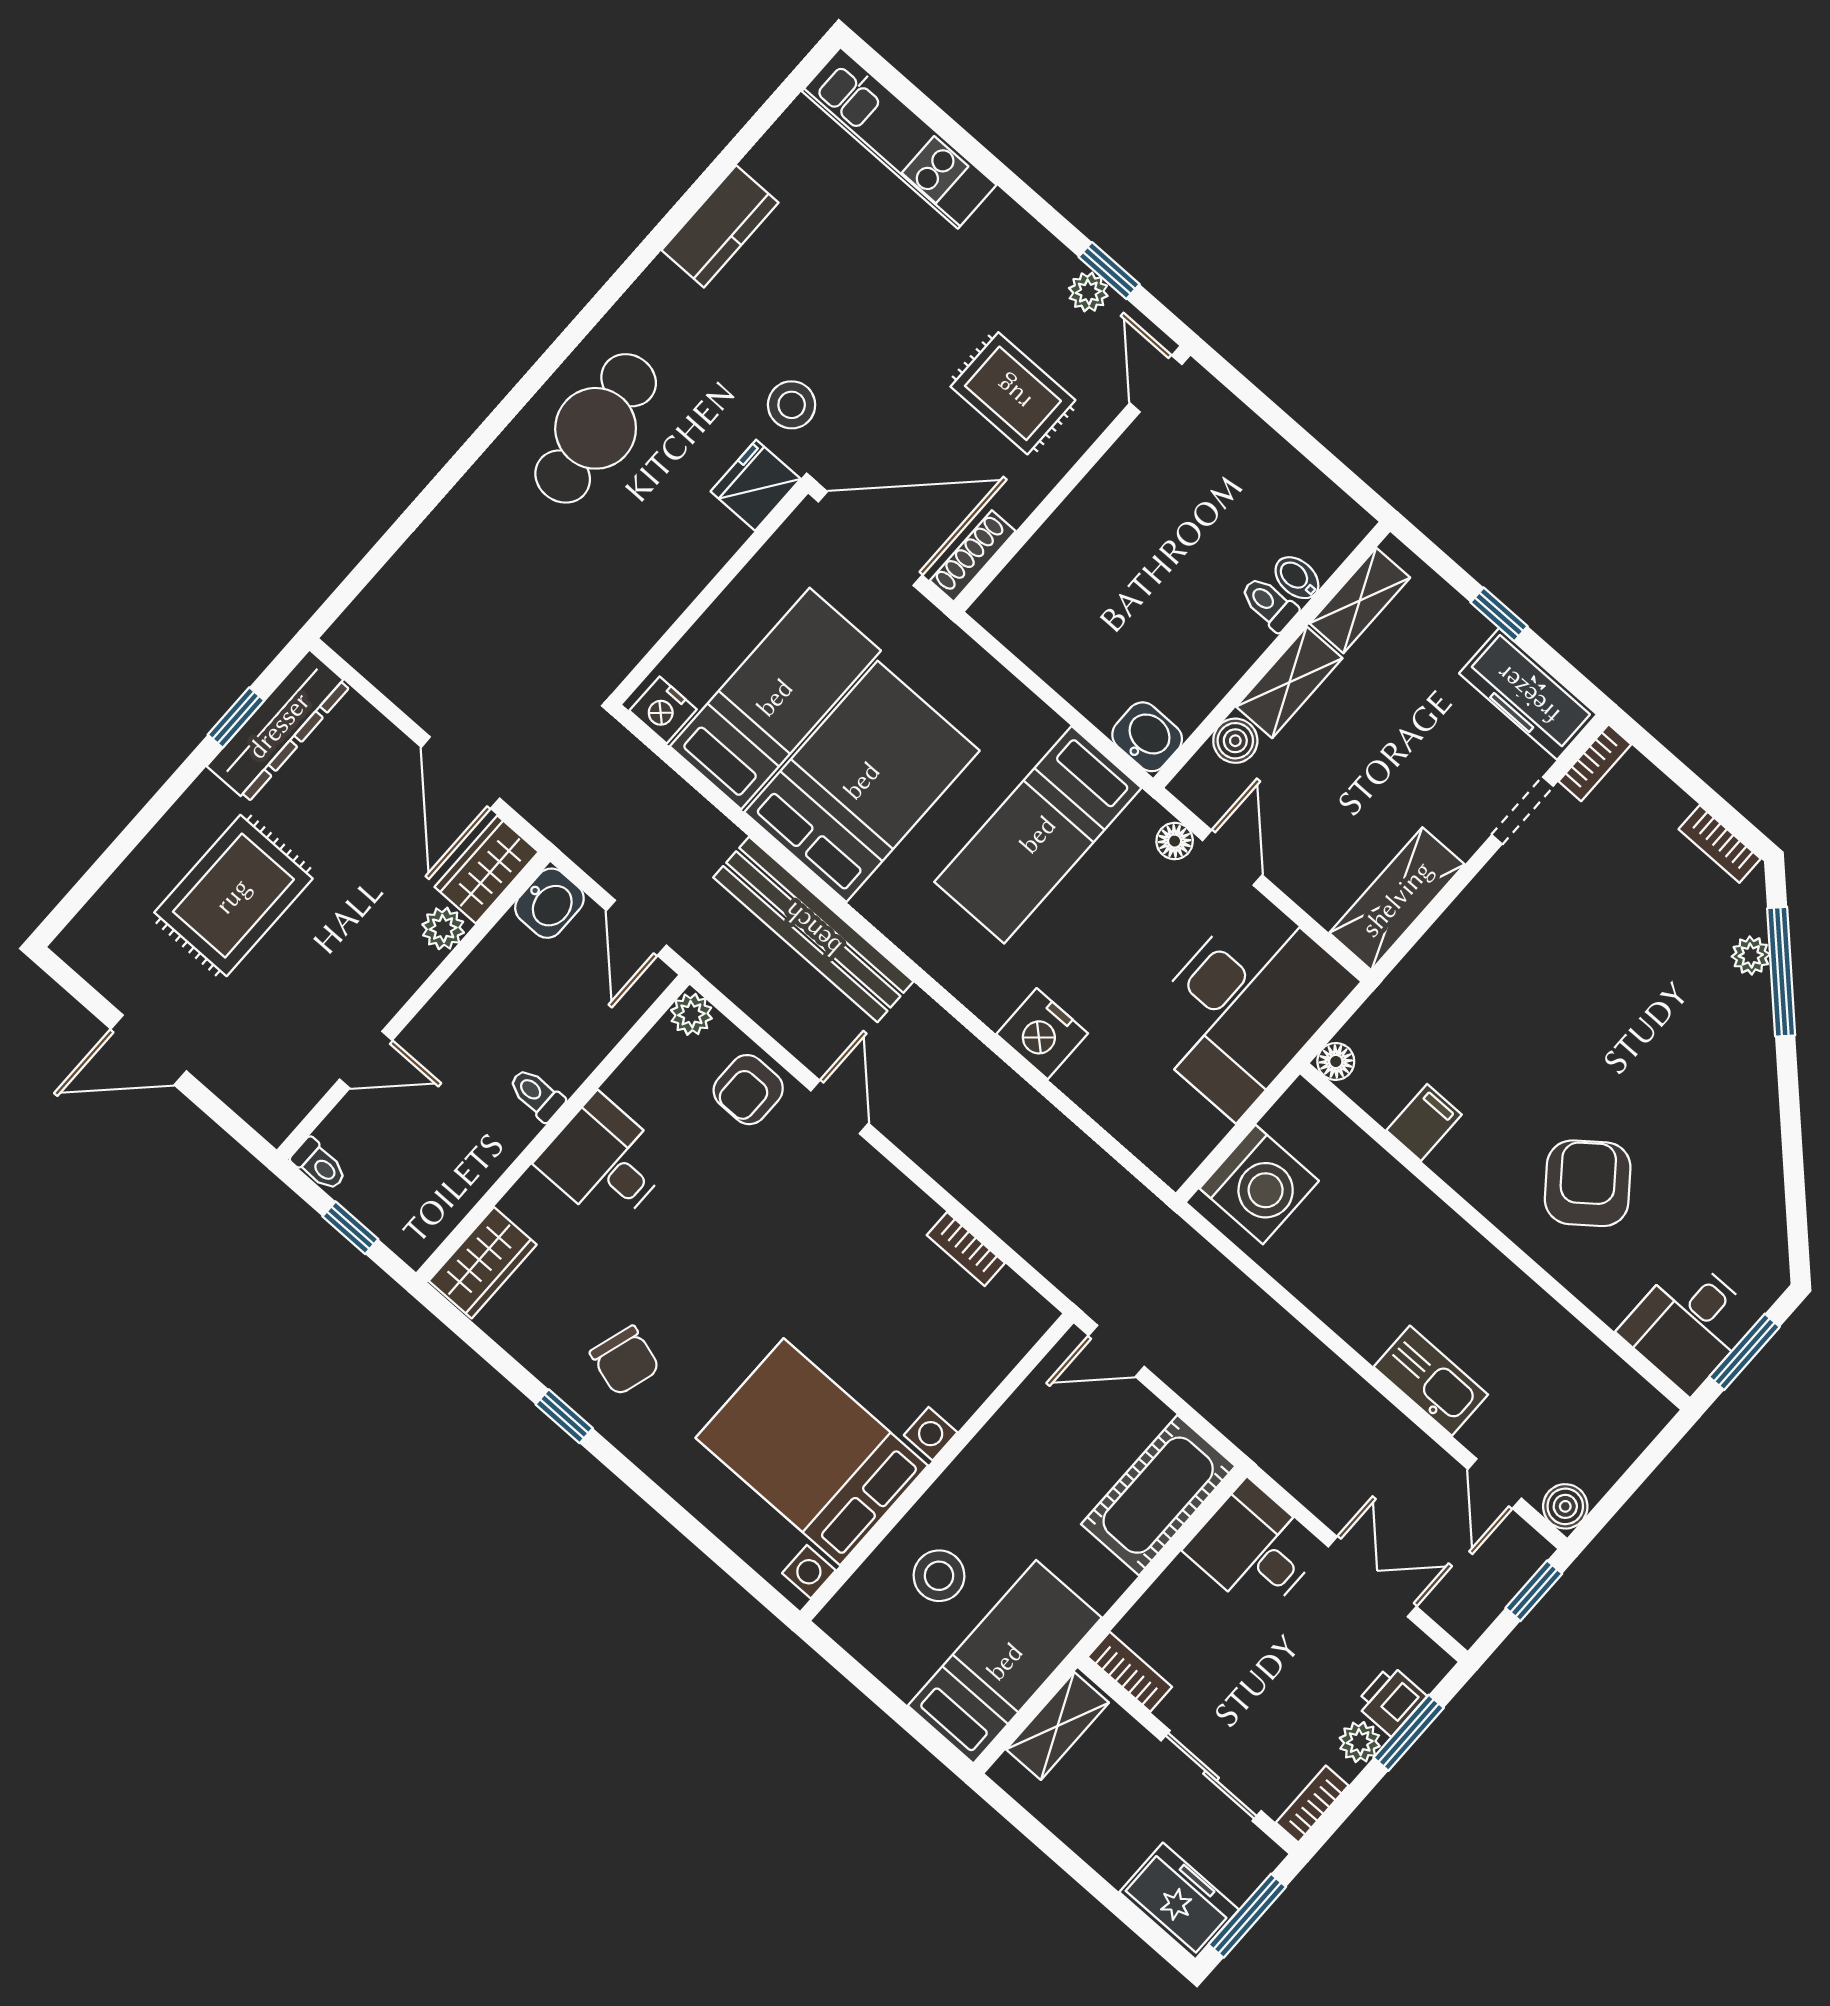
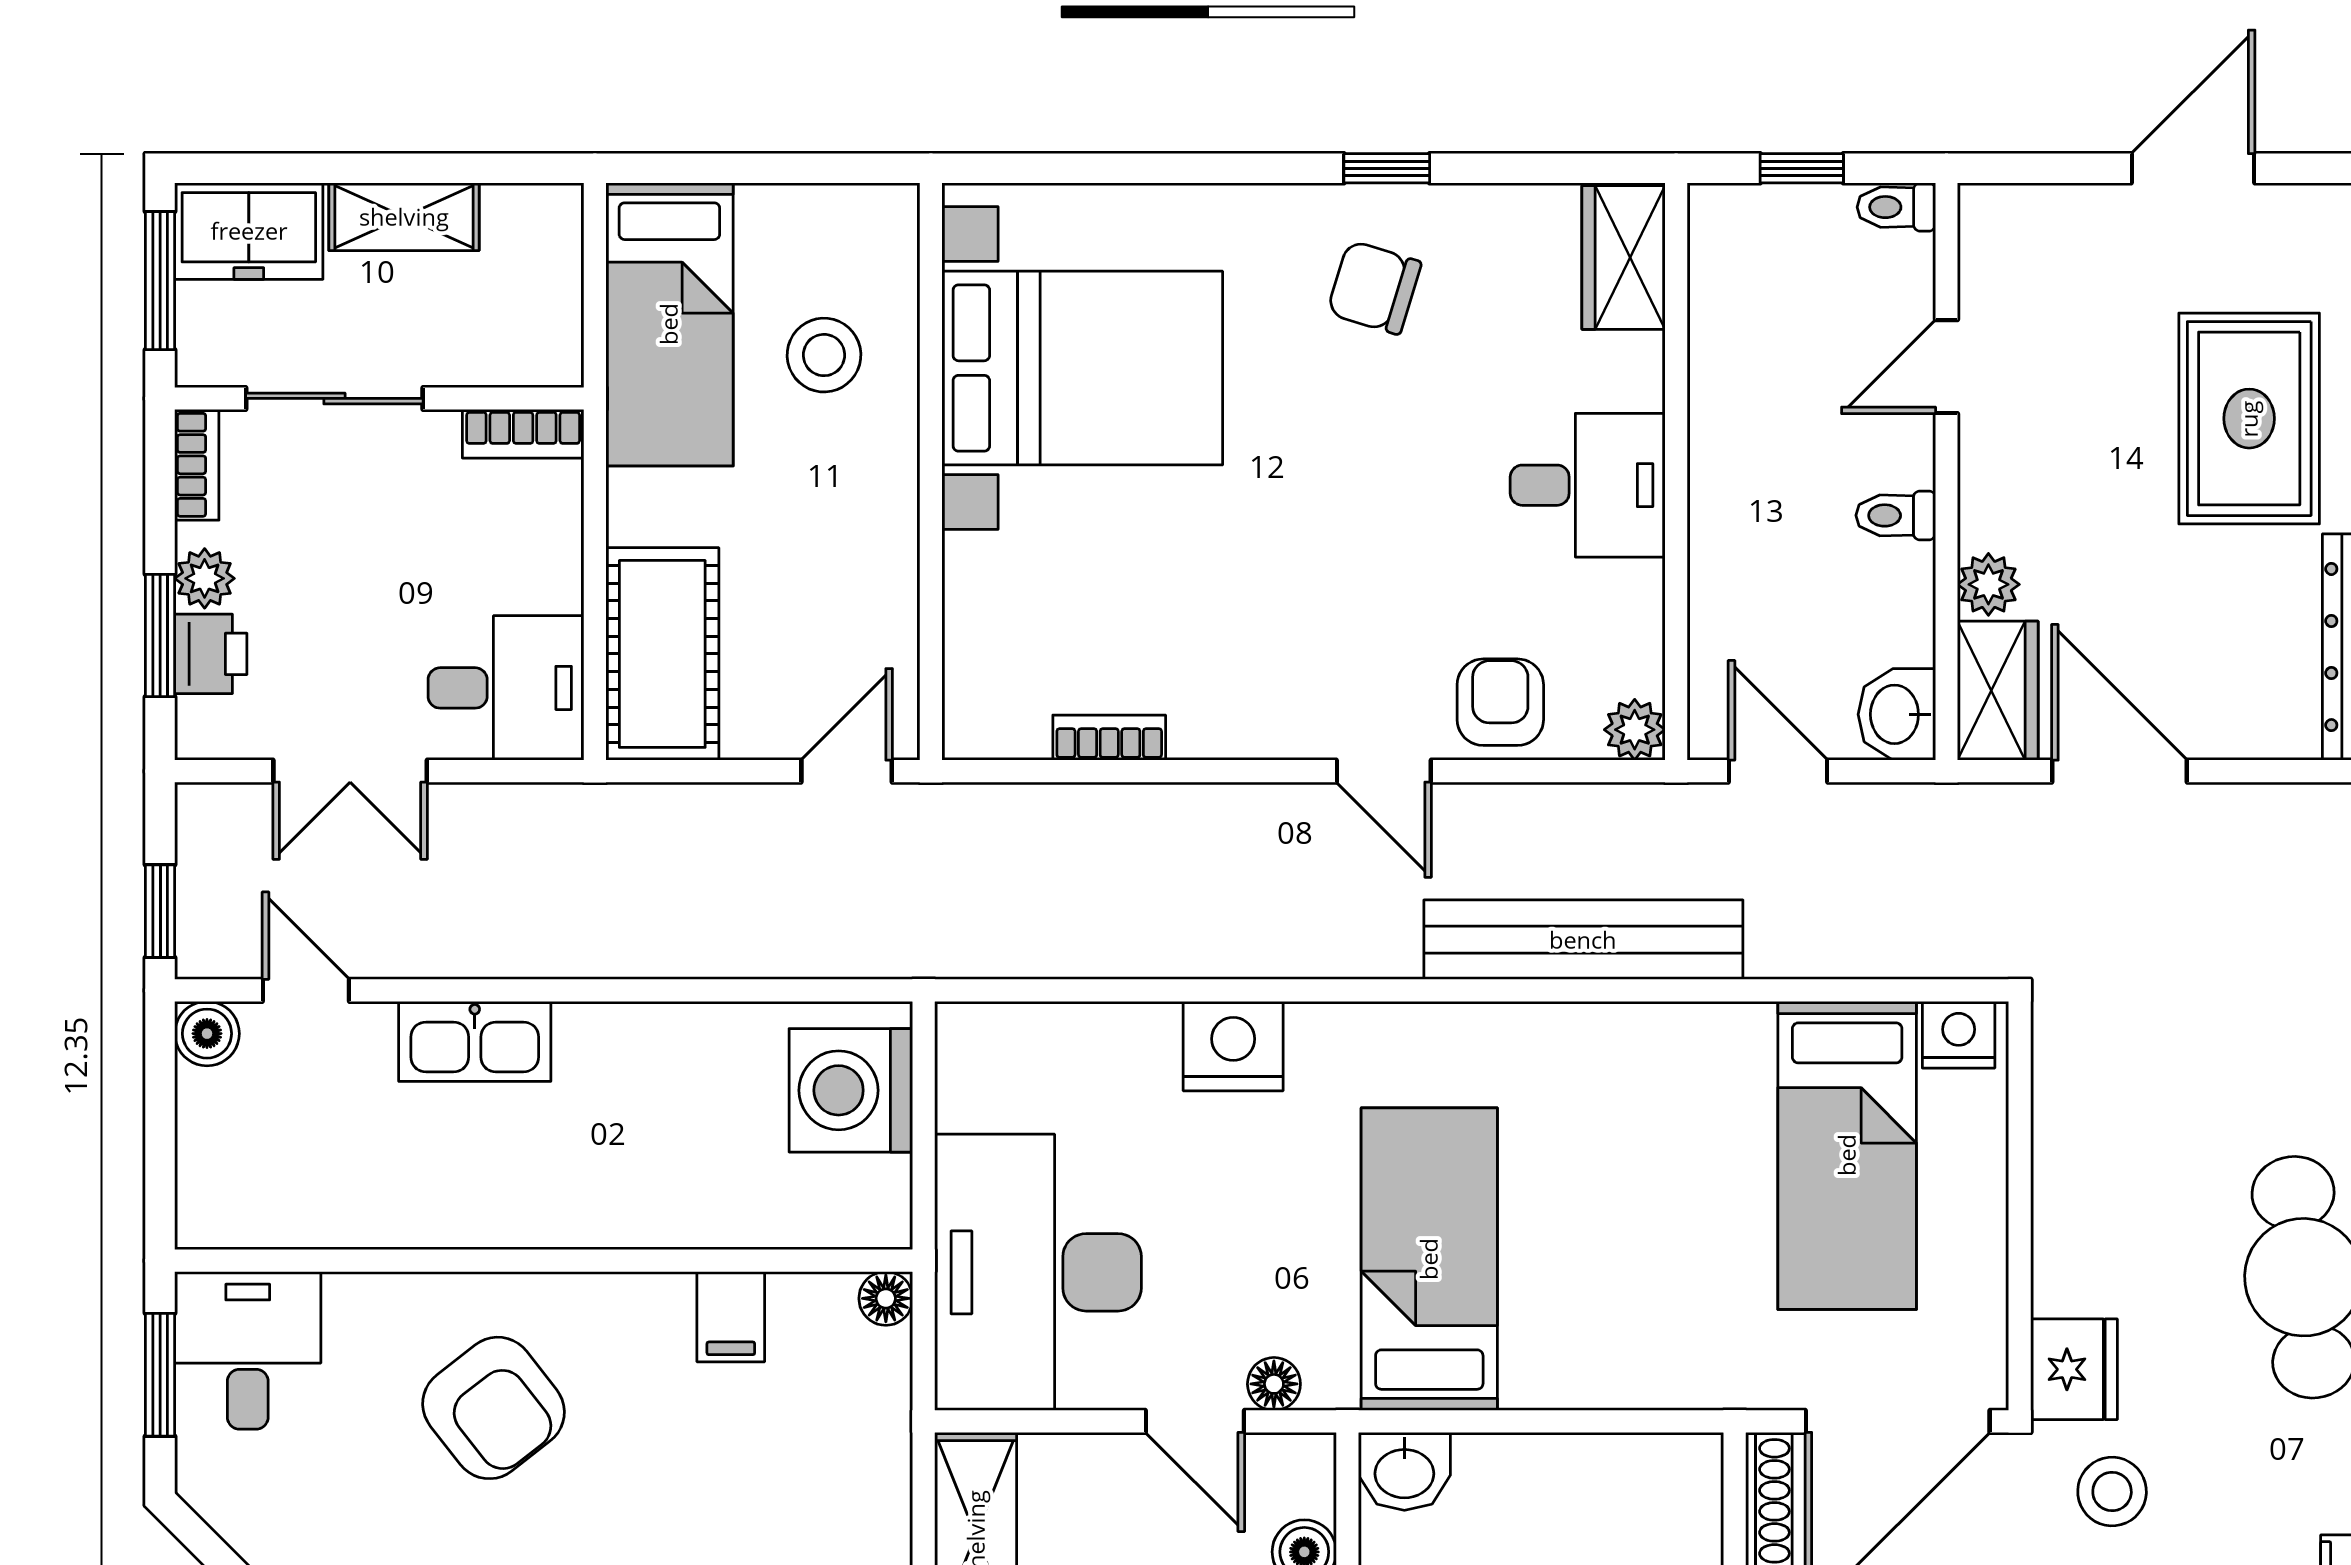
bed: (862, 781) -> (1673, 1148), removed
toilet: (536, 1094) -> (1896, 515), moved, turned 180
shelving: (1057, 1726) -> (404, 217), moved, turned 90

